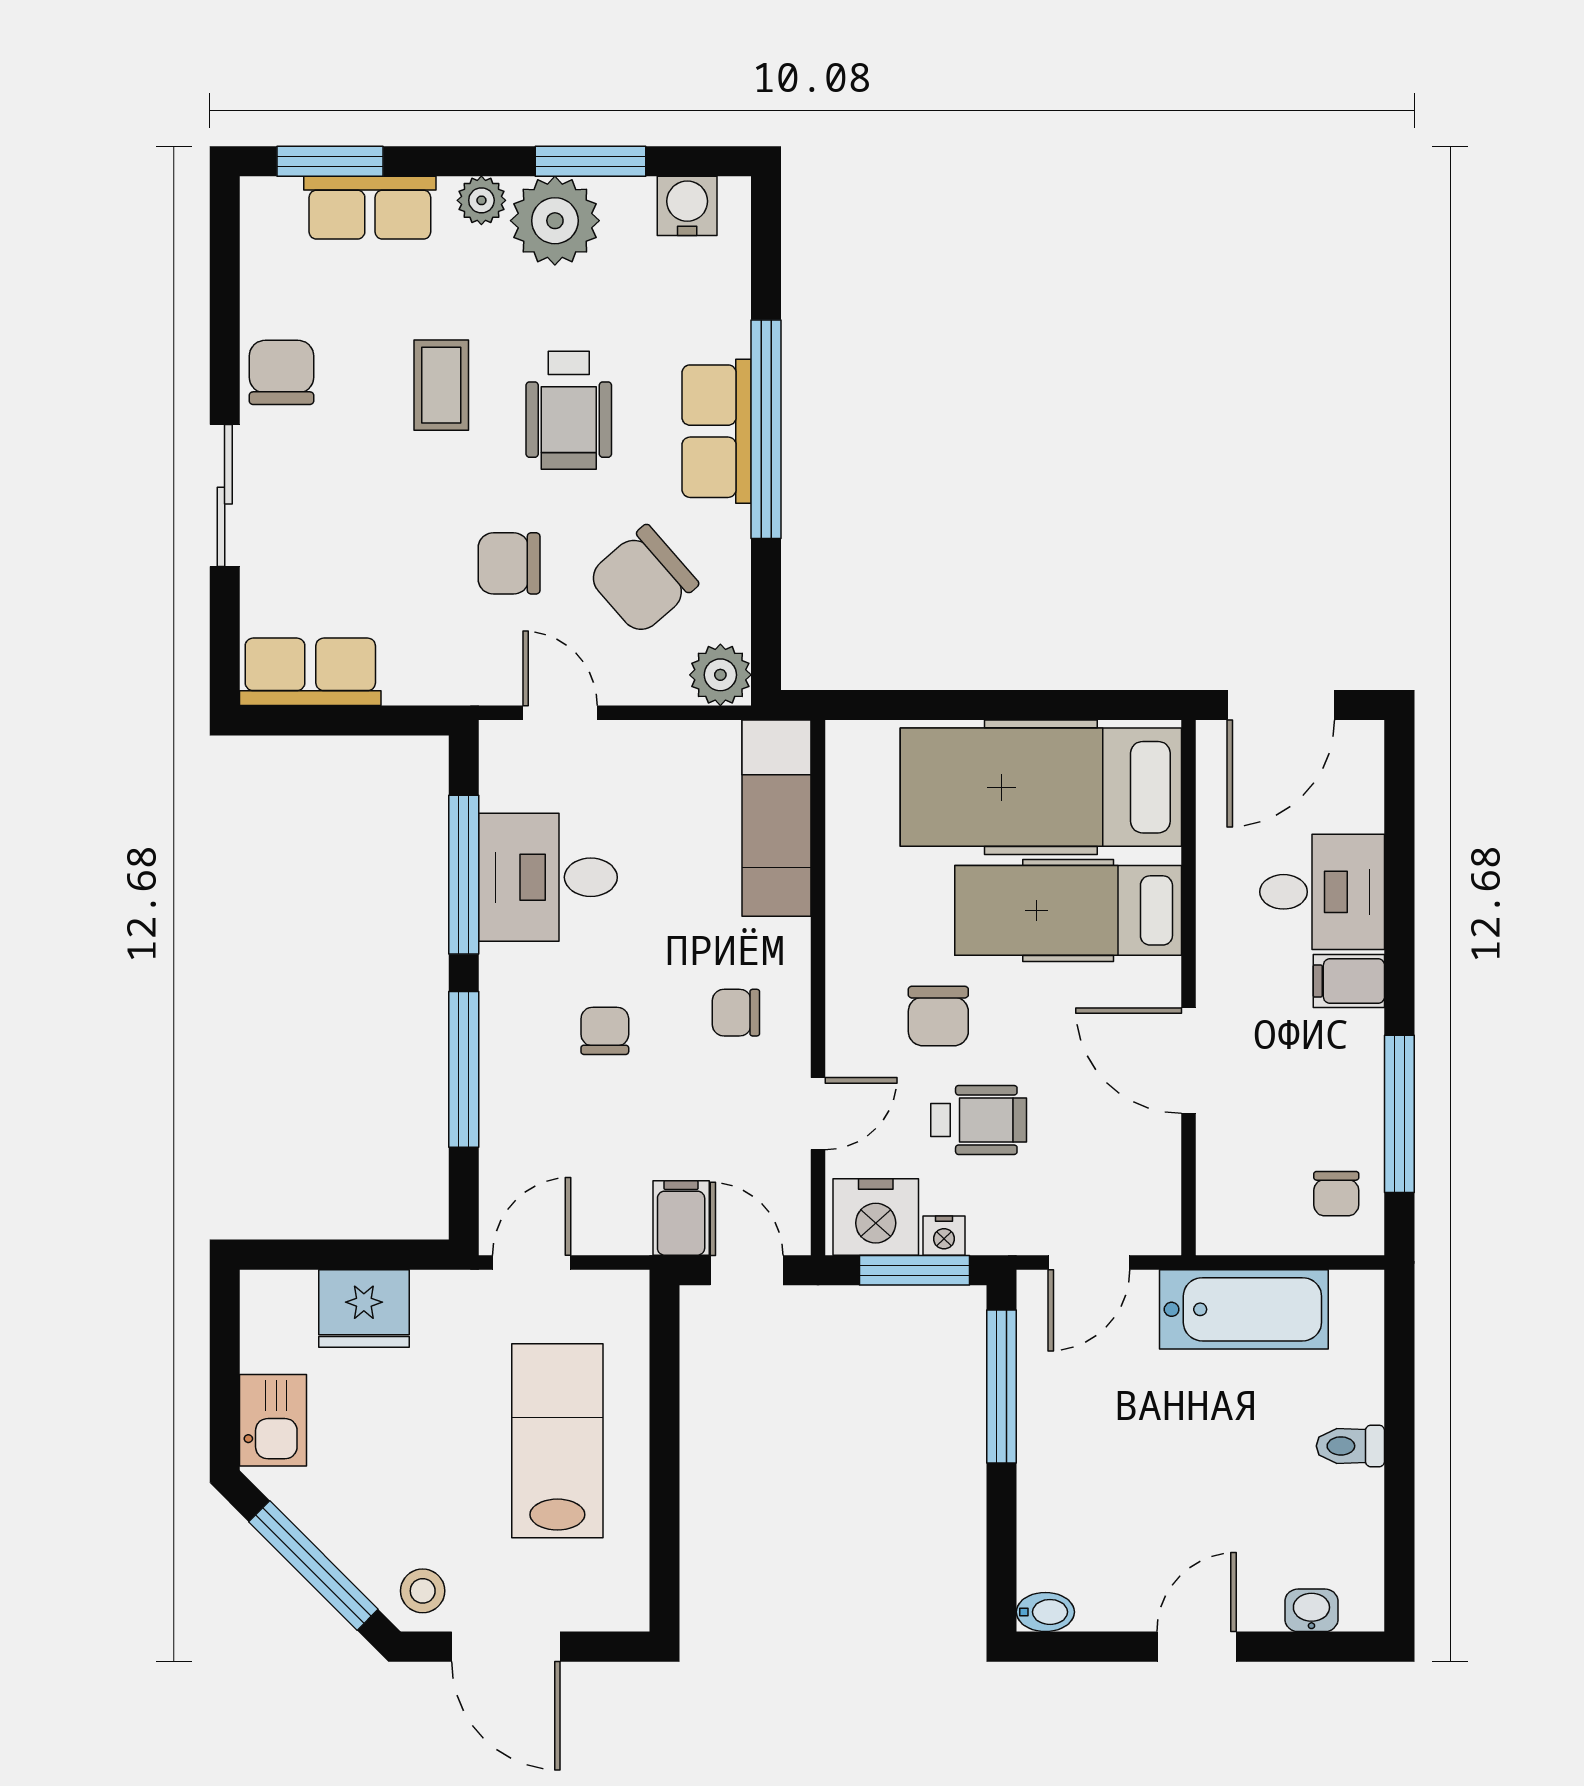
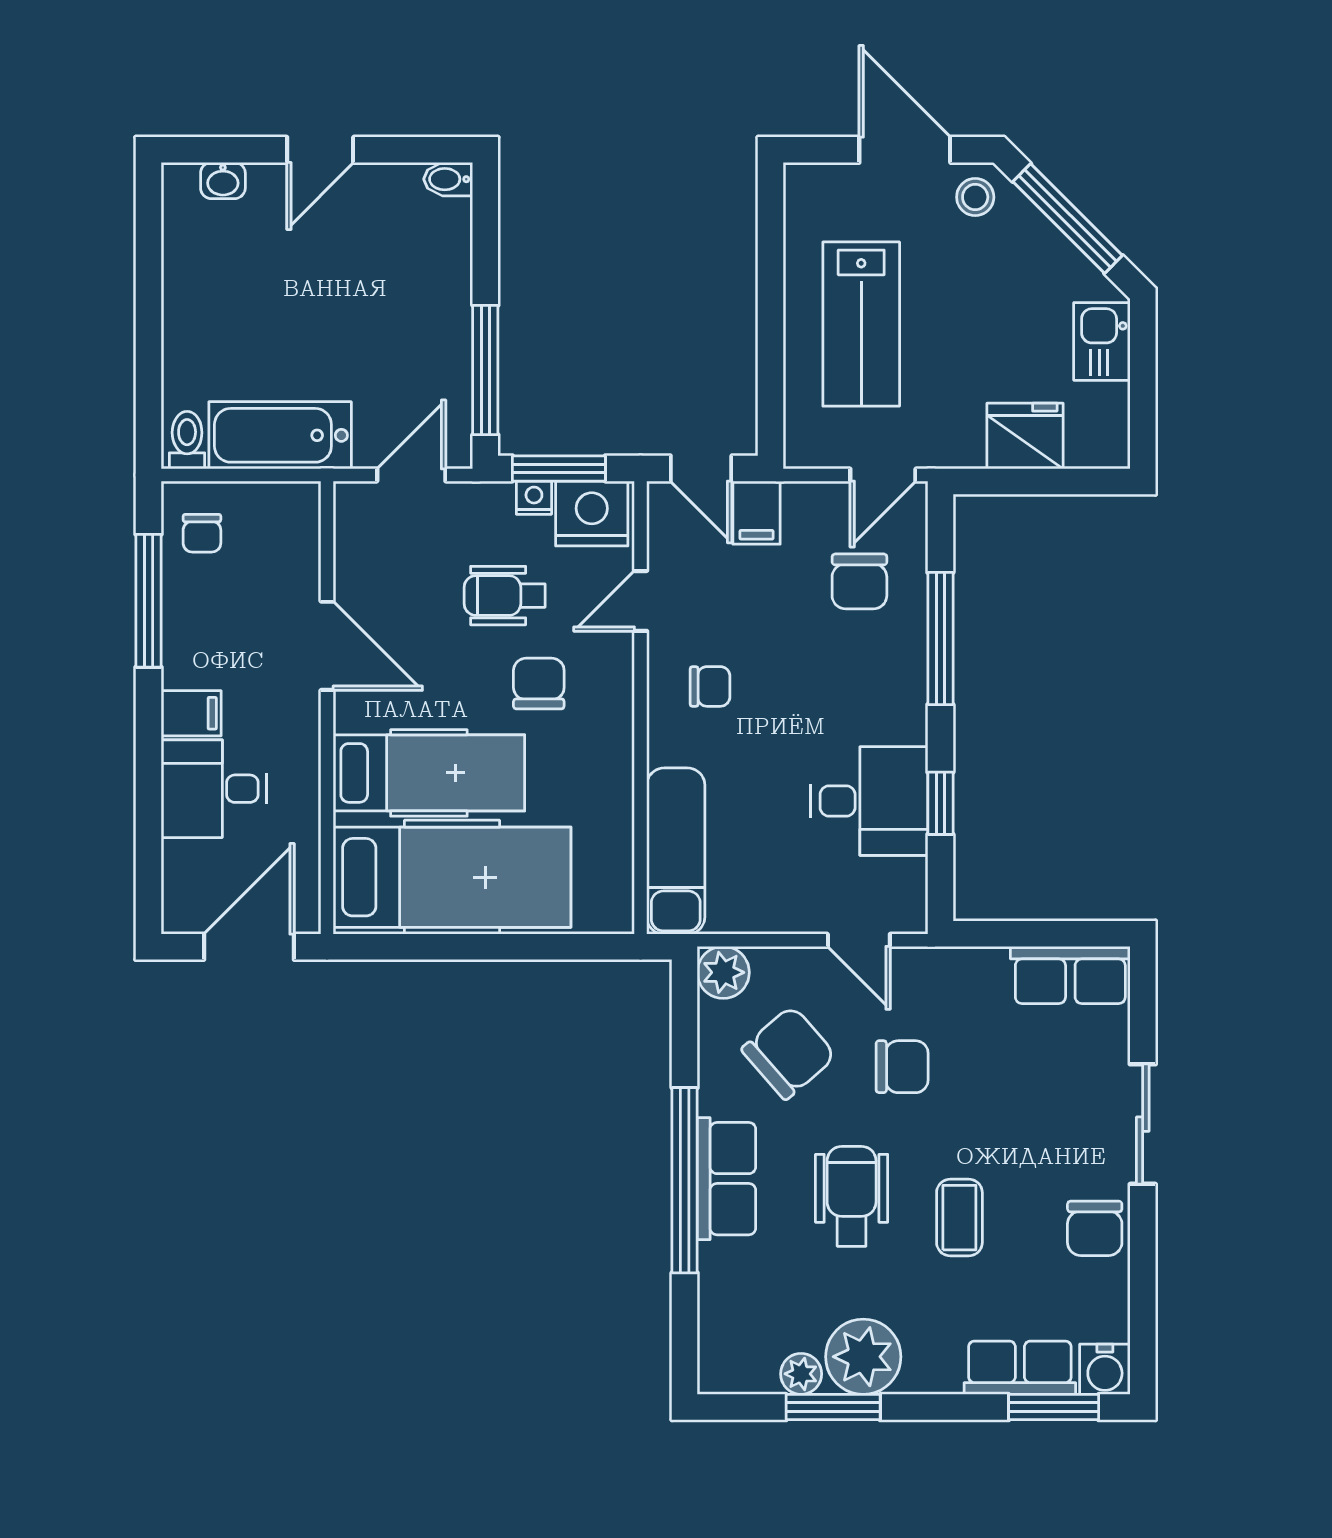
plant: (481, 200) -> (801, 1374), moved
water cooler: (687, 206) -> (1105, 1369), moved
window: (464, 875) -> (940, 803), width x0.46
chair: (605, 1031) -> (859, 581), moved, width x1.37, depth x1.37
chair: (1336, 1194) -> (202, 533), turned 180
toilet: (1350, 1446) -> (187, 440), moved, turned -90

